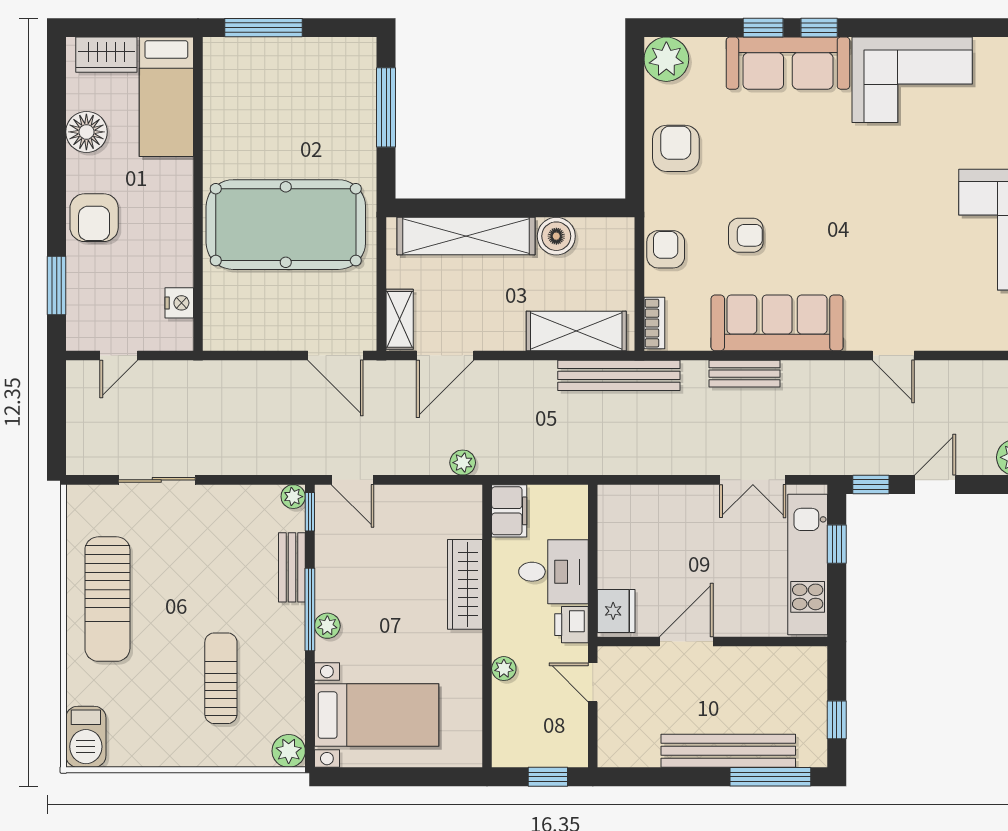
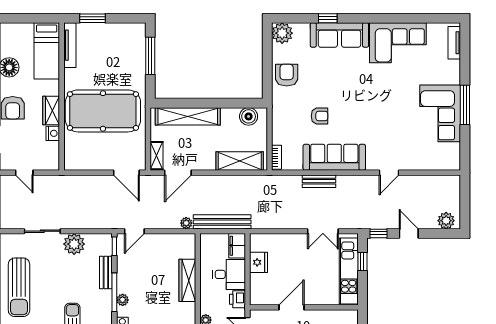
window: (264, 28) -> (92, 18), width x0.69
window: (819, 28) -> (354, 18), removed
wardrobe: (106, 55) -> (51, 111), moved, turned 90
tv unit: (216, 85) -> (70, 45), added
boiler: (556, 236) -> (249, 116), moved
armchair: (666, 249) -> (282, 123), removed
nightstand: (179, 303) -> (53, 133), moved
door: (119, 356) -> (24, 173), hinge flipped
door: (893, 356) -> (389, 173), hinge flipped
bench: (619, 375) -> (222, 222), moved
door: (353, 480) -> (134, 231), hinge flipped
door: (935, 485) -> (409, 233), hinge flipped
plant: (293, 497) -> (74, 244), moved, width x1.87, depth x1.87
filing cabinet: (509, 511) -> (237, 246), moved, turned 180
fridge: (616, 611) -> (259, 262), moved

